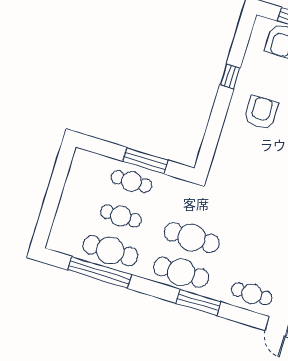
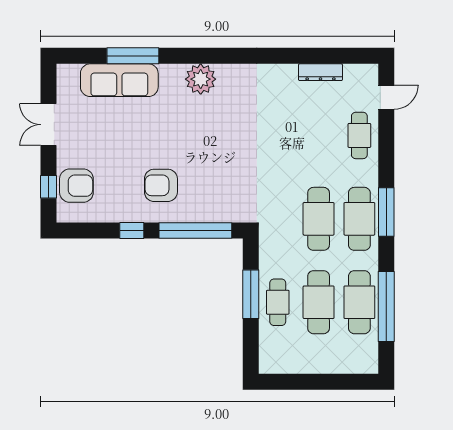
window: (214, 130) -> (195, 231), added
cafe table: (121, 216) -> (319, 302), width x1.37, depth x1.35
window: (198, 303) -> (386, 212), moved

